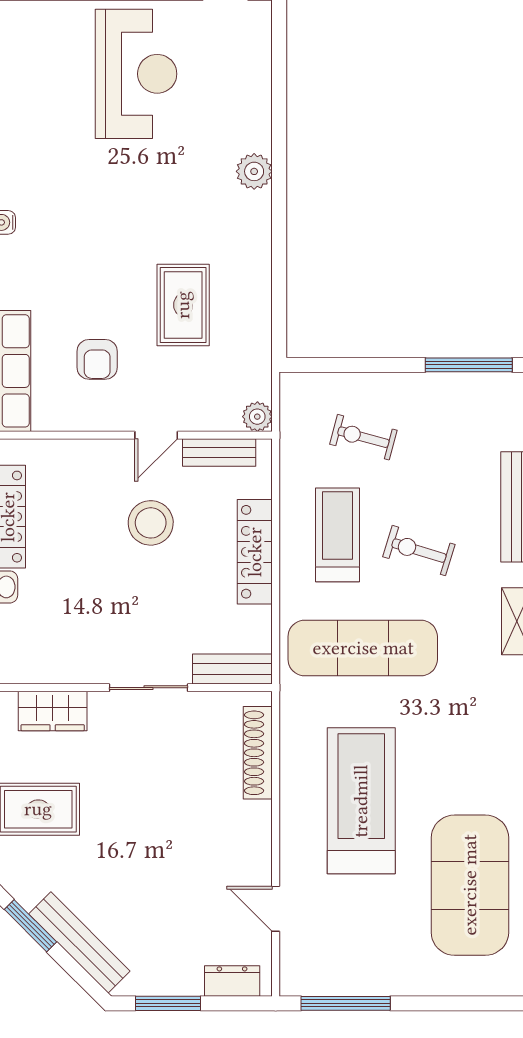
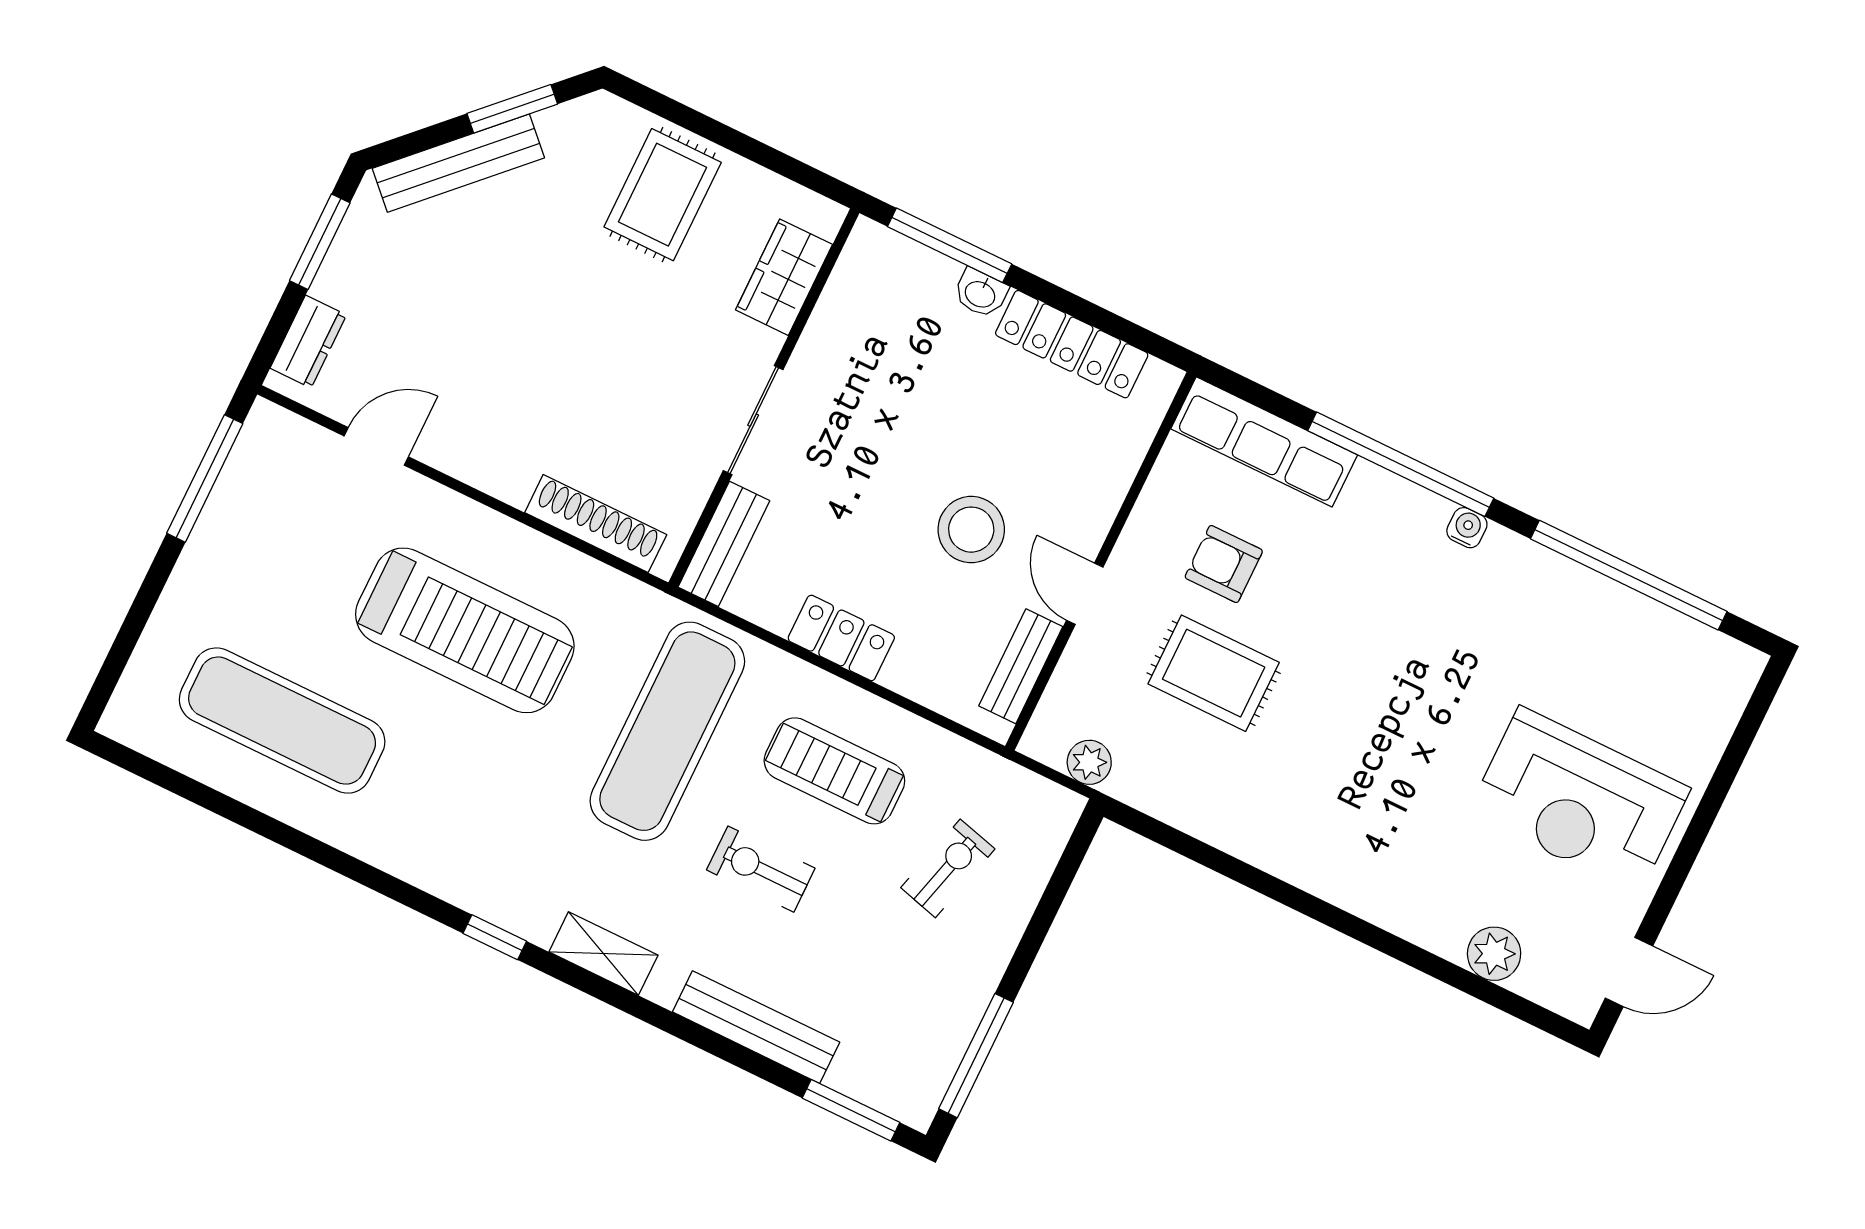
plant: (254, 171) -> (1494, 954), moved
rug: (183, 305) -> (1214, 673), moved
plant: (257, 417) -> (1089, 762), moved
treadmill: (338, 535) -> (834, 771), turned 180
exercise bike: (419, 551) -> (761, 869), turned -107
locker: (255, 552) -> (841, 638), width x0.66
exercise mat: (470, 885) -> (282, 721), width x0.68

